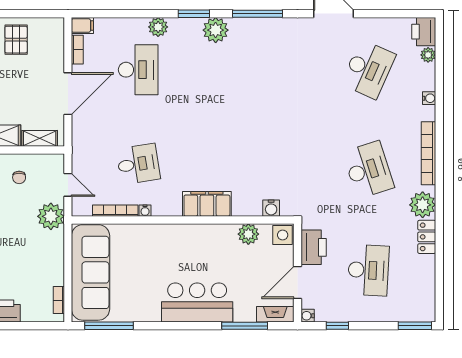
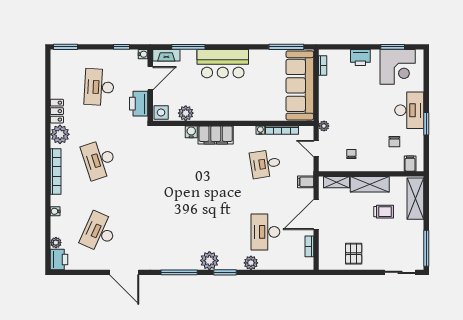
filing cabinet: (82, 26) -> (306, 182), moved
water cooler: (271, 208) -> (191, 132), moved
plant: (51, 216) -> (324, 126), width x0.53, depth x0.53

